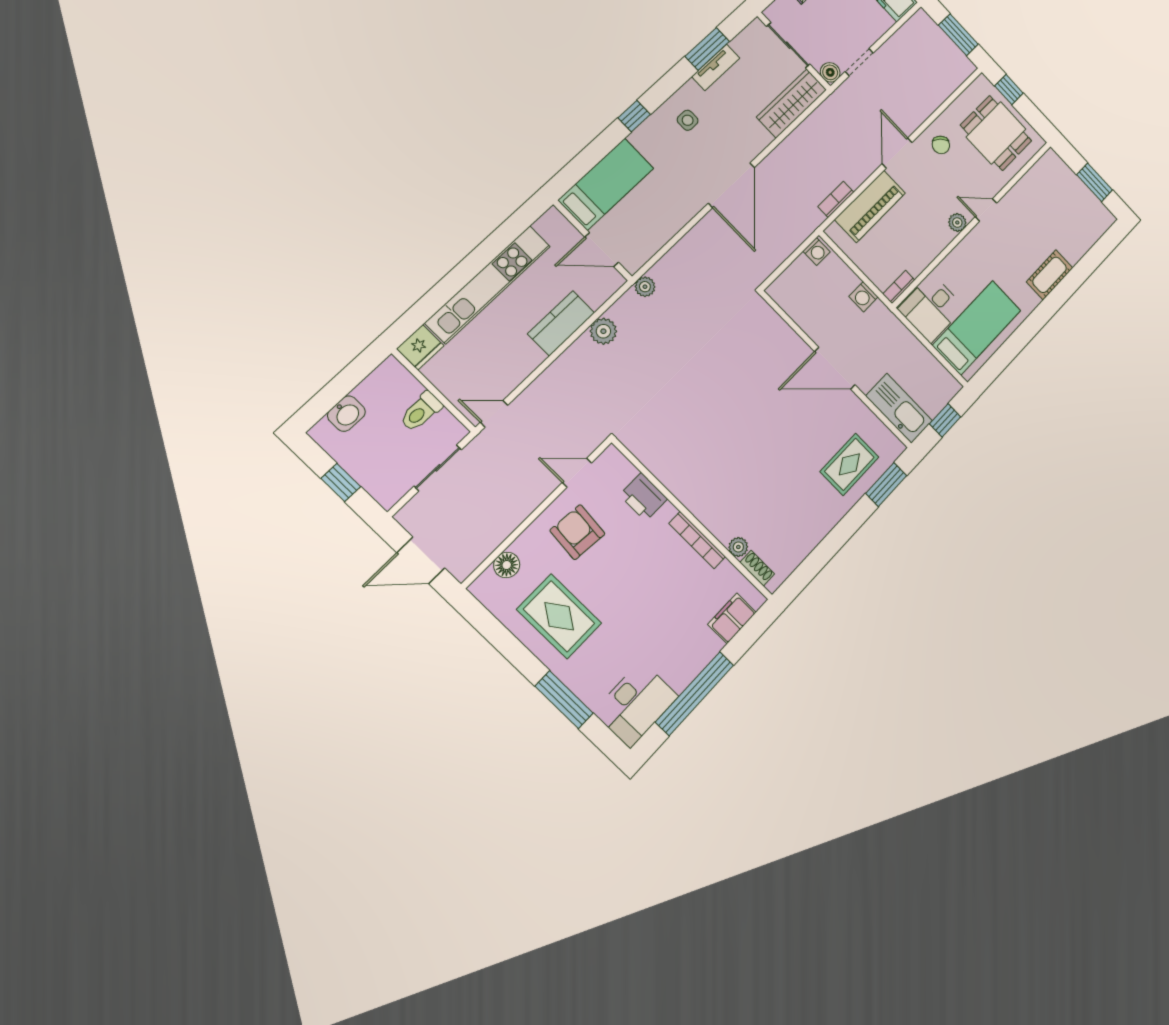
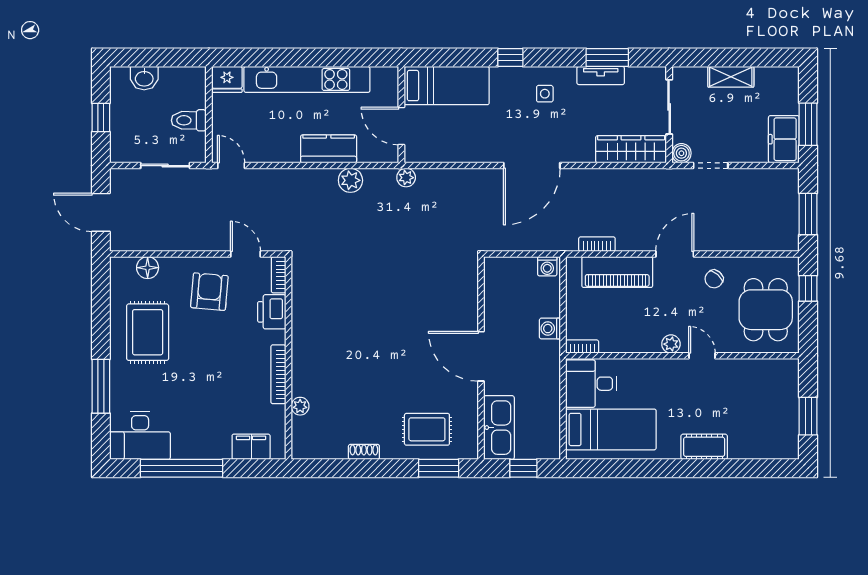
bookcase: (620, 462) -> (279, 275), added
shoe rack: (757, 568) -> (364, 452), moved, turned -90

